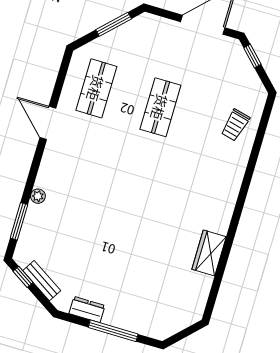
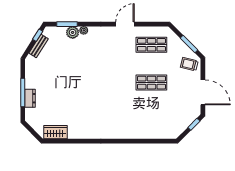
trolley: (235, 125) -> (189, 64), moved
plant: (36, 216) -> (73, 32), added
wardrobe: (209, 253) -> (55, 132), moved
dresser: (87, 310) -> (30, 98), moved

